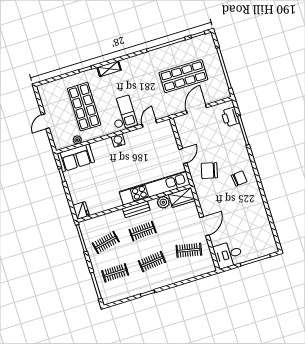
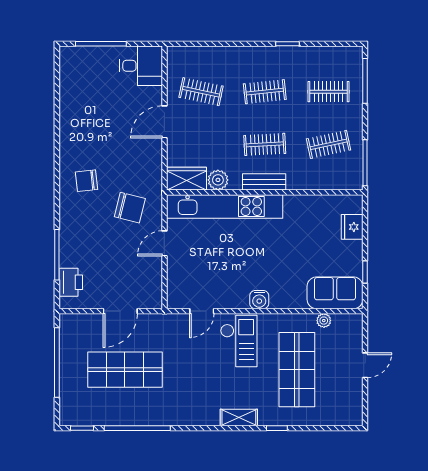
checkout: (123, 113) -> (239, 341), turned 180
fridge: (81, 210) -> (352, 227), moved

